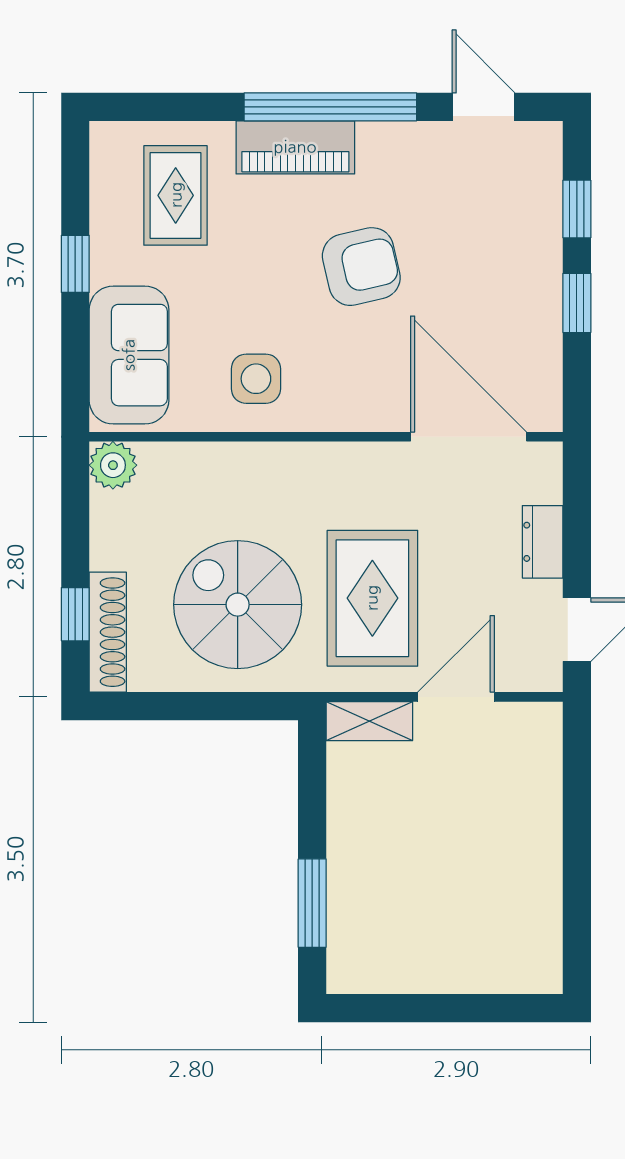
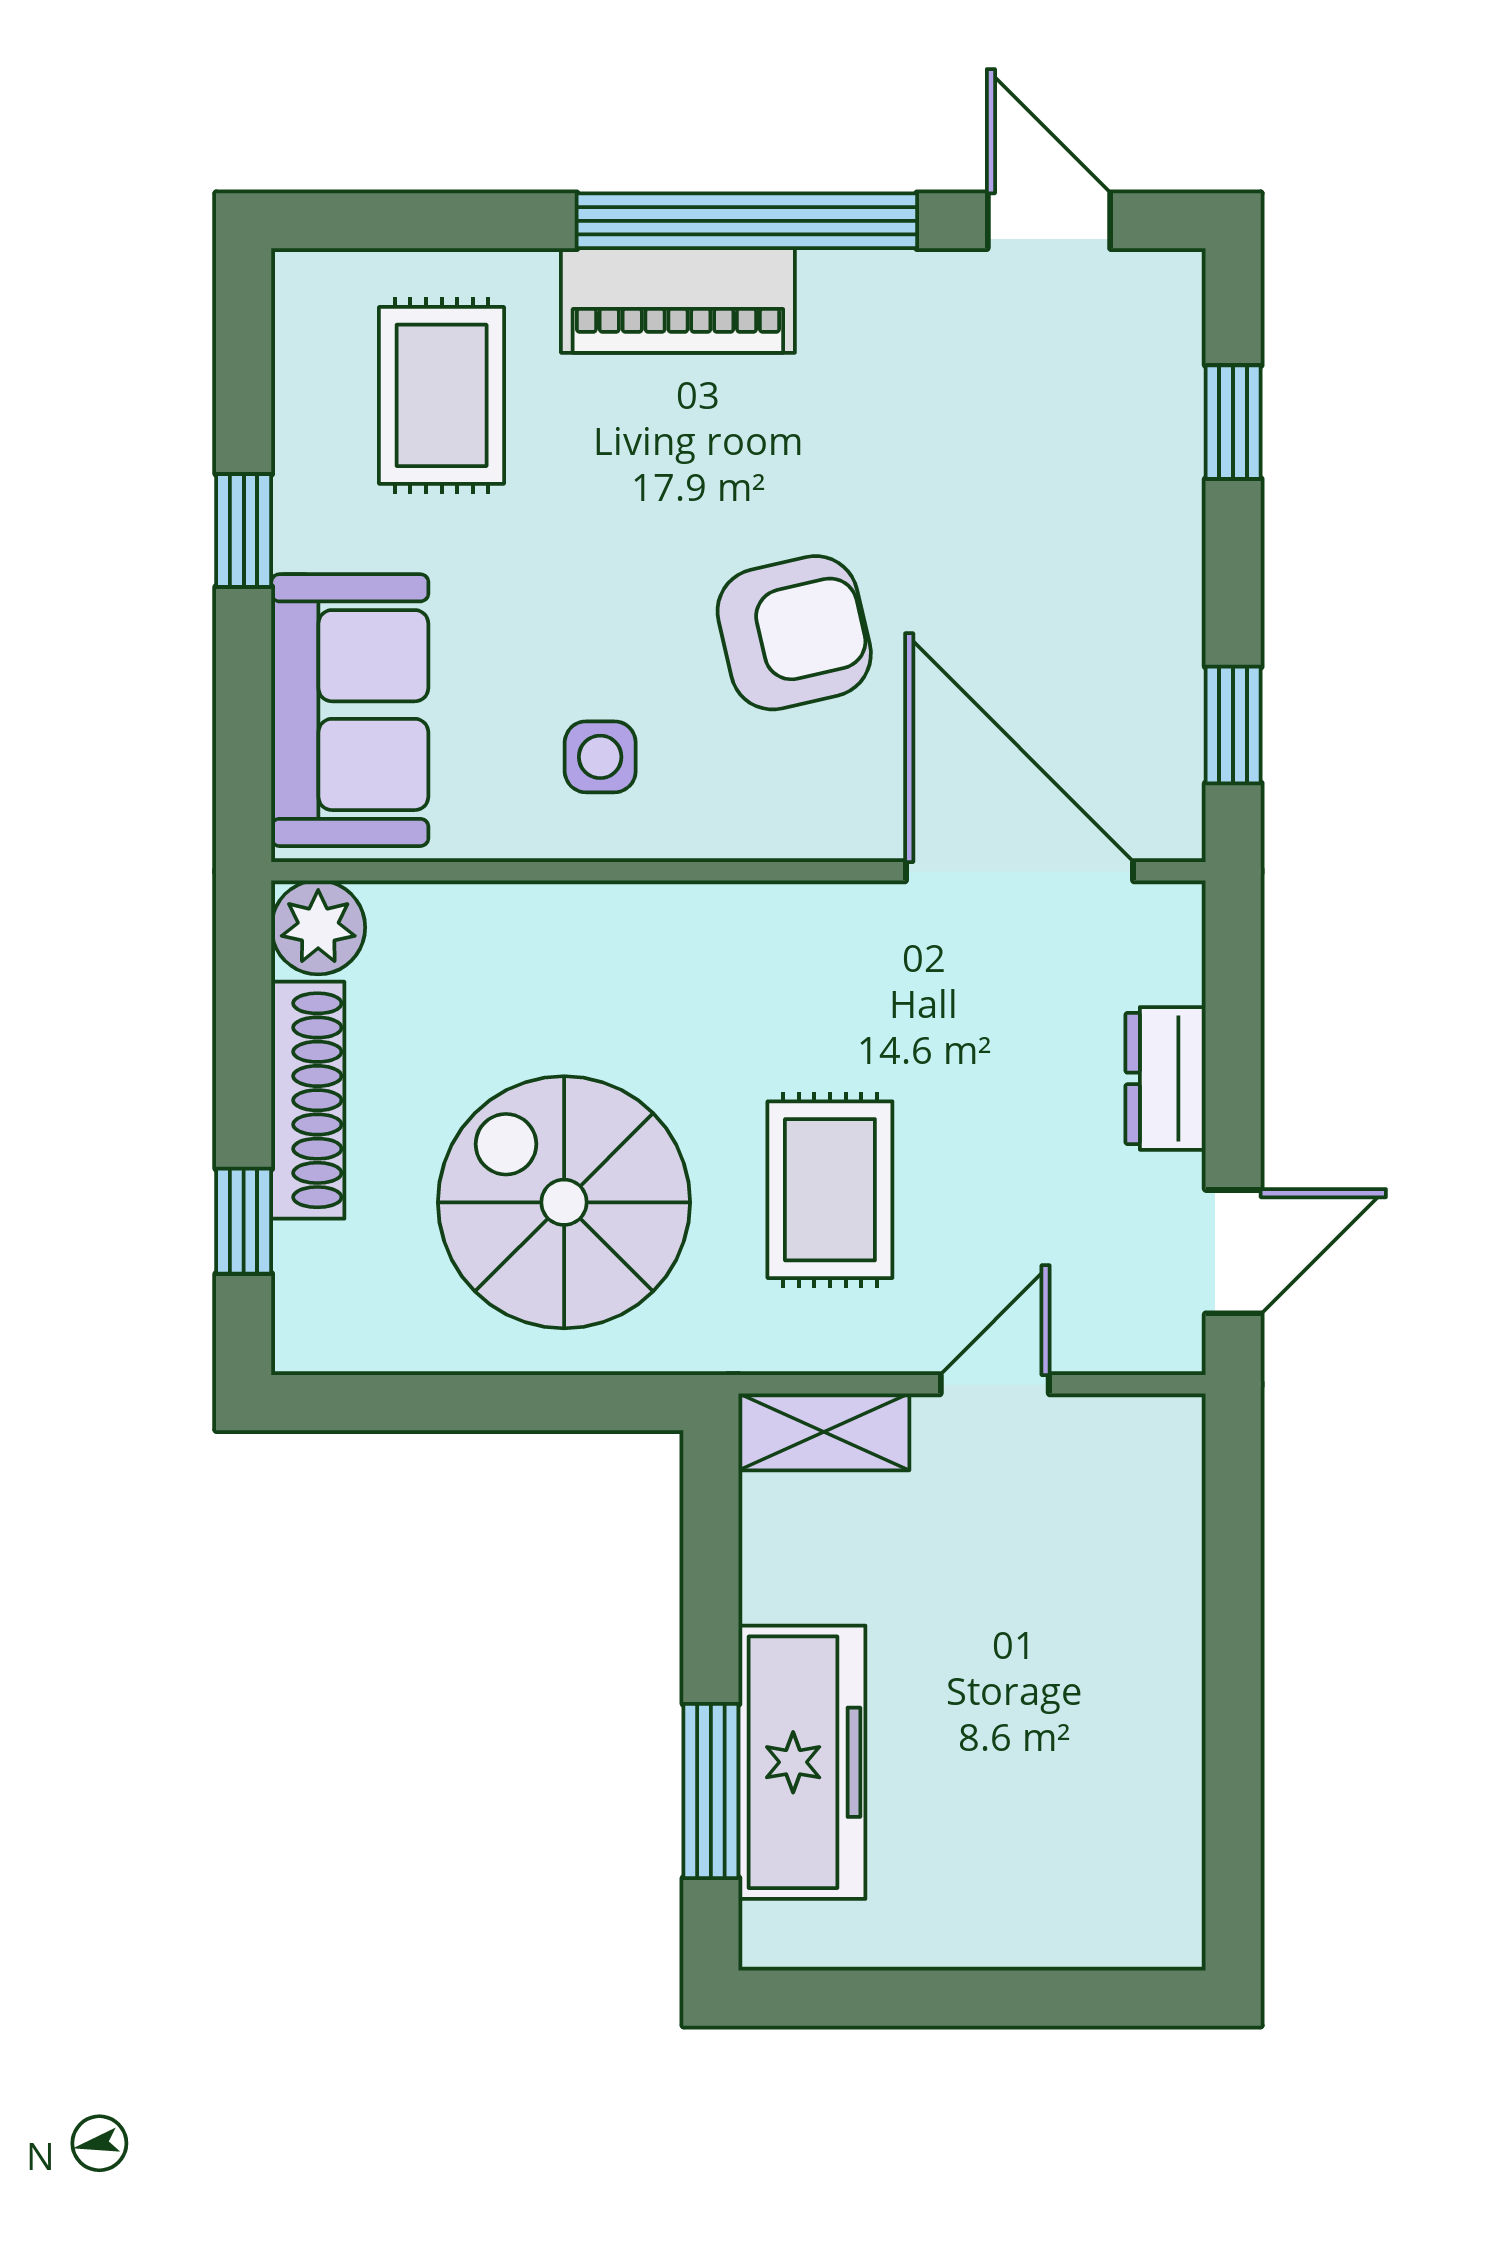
armchair: (361, 267) -> (794, 633), moved
window: (577, 303) -> (1233, 725), moved
side table: (256, 379) -> (600, 757), width x0.73, depth x0.73
rug: (372, 598) -> (830, 1190), width x0.73, depth x0.70
shoe rack: (108, 632) -> (308, 1100), moved
door: (456, 697) -> (995, 1384), width x0.73
freezer: (358, 889) -> (802, 1762), added

